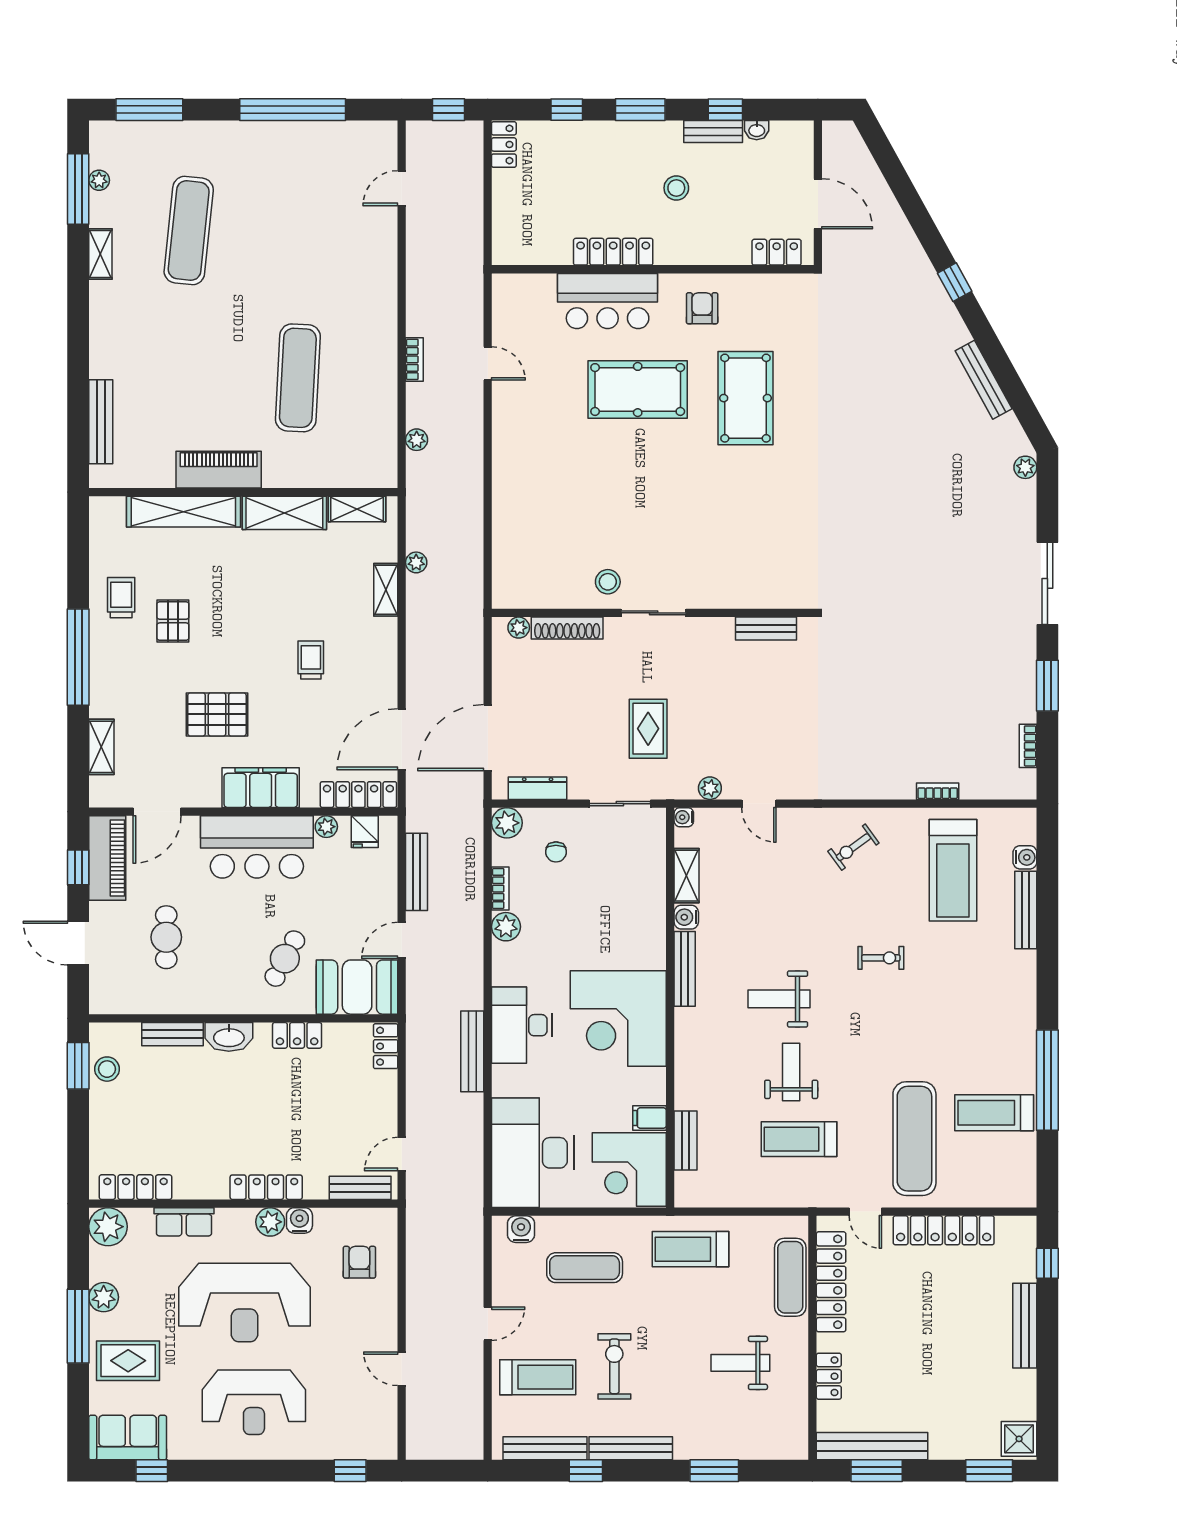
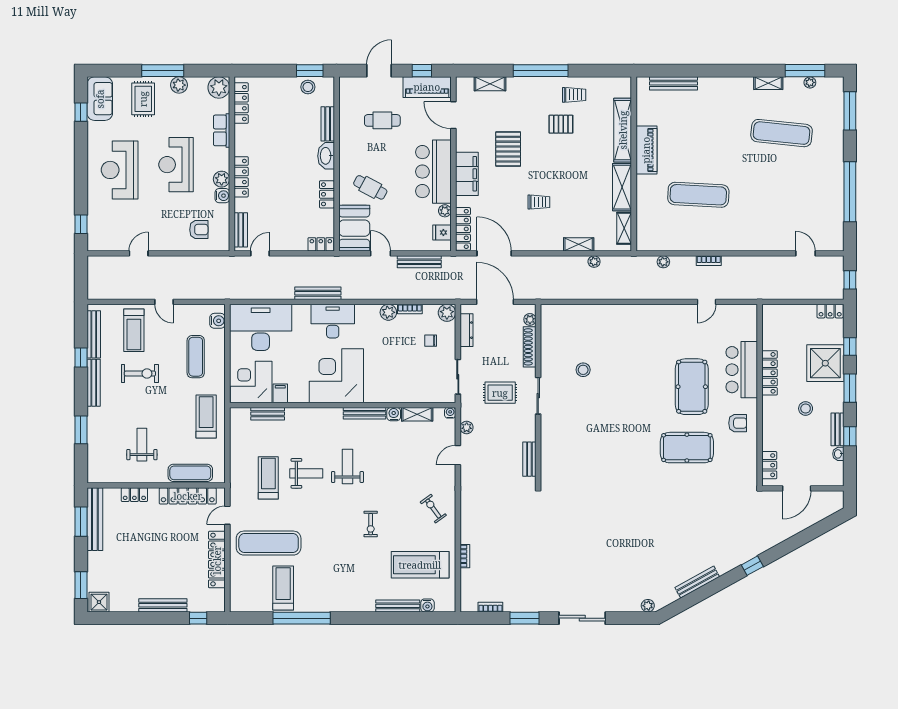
shower: (596, 153) -> (825, 363), added
wall: (653, 613) -> (538, 395), moved
sliding door: (654, 613) -> (538, 396), moved
plant: (519, 628) -> (530, 319), moved
shoe rack: (567, 628) -> (530, 347), moved
bench: (766, 629) -> (529, 459), moved
door: (402, 1154) -> (260, 253), hinge flipped
reception desk: (245, 1303) -> (176, 165), width x0.74, depth x0.77

